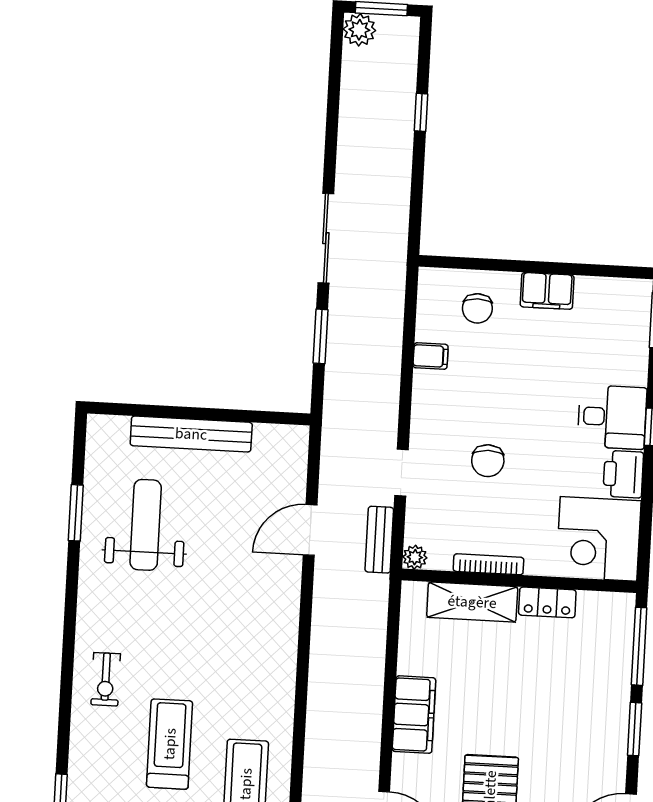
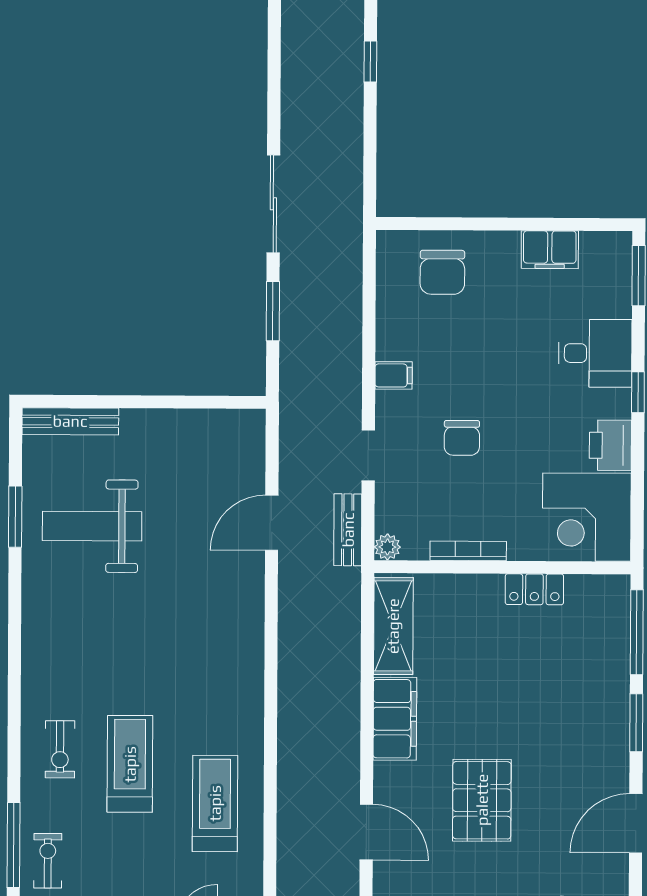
filing cabinet: (547, 291) -> (550, 250), moved
chair: (477, 308) -> (442, 272), width x1.37, depth x1.37
filing cabinet: (431, 356) -> (394, 375), moved
desk: (612, 417) -> (595, 353), moved
bench: (191, 434) -> (70, 421), moved, width x0.73, depth x0.82
weight bench: (146, 525) -> (92, 526), turned -90
shelving: (472, 602) -> (393, 626), moved, turned 90
exercise bike: (106, 679) -> (60, 749), moved

